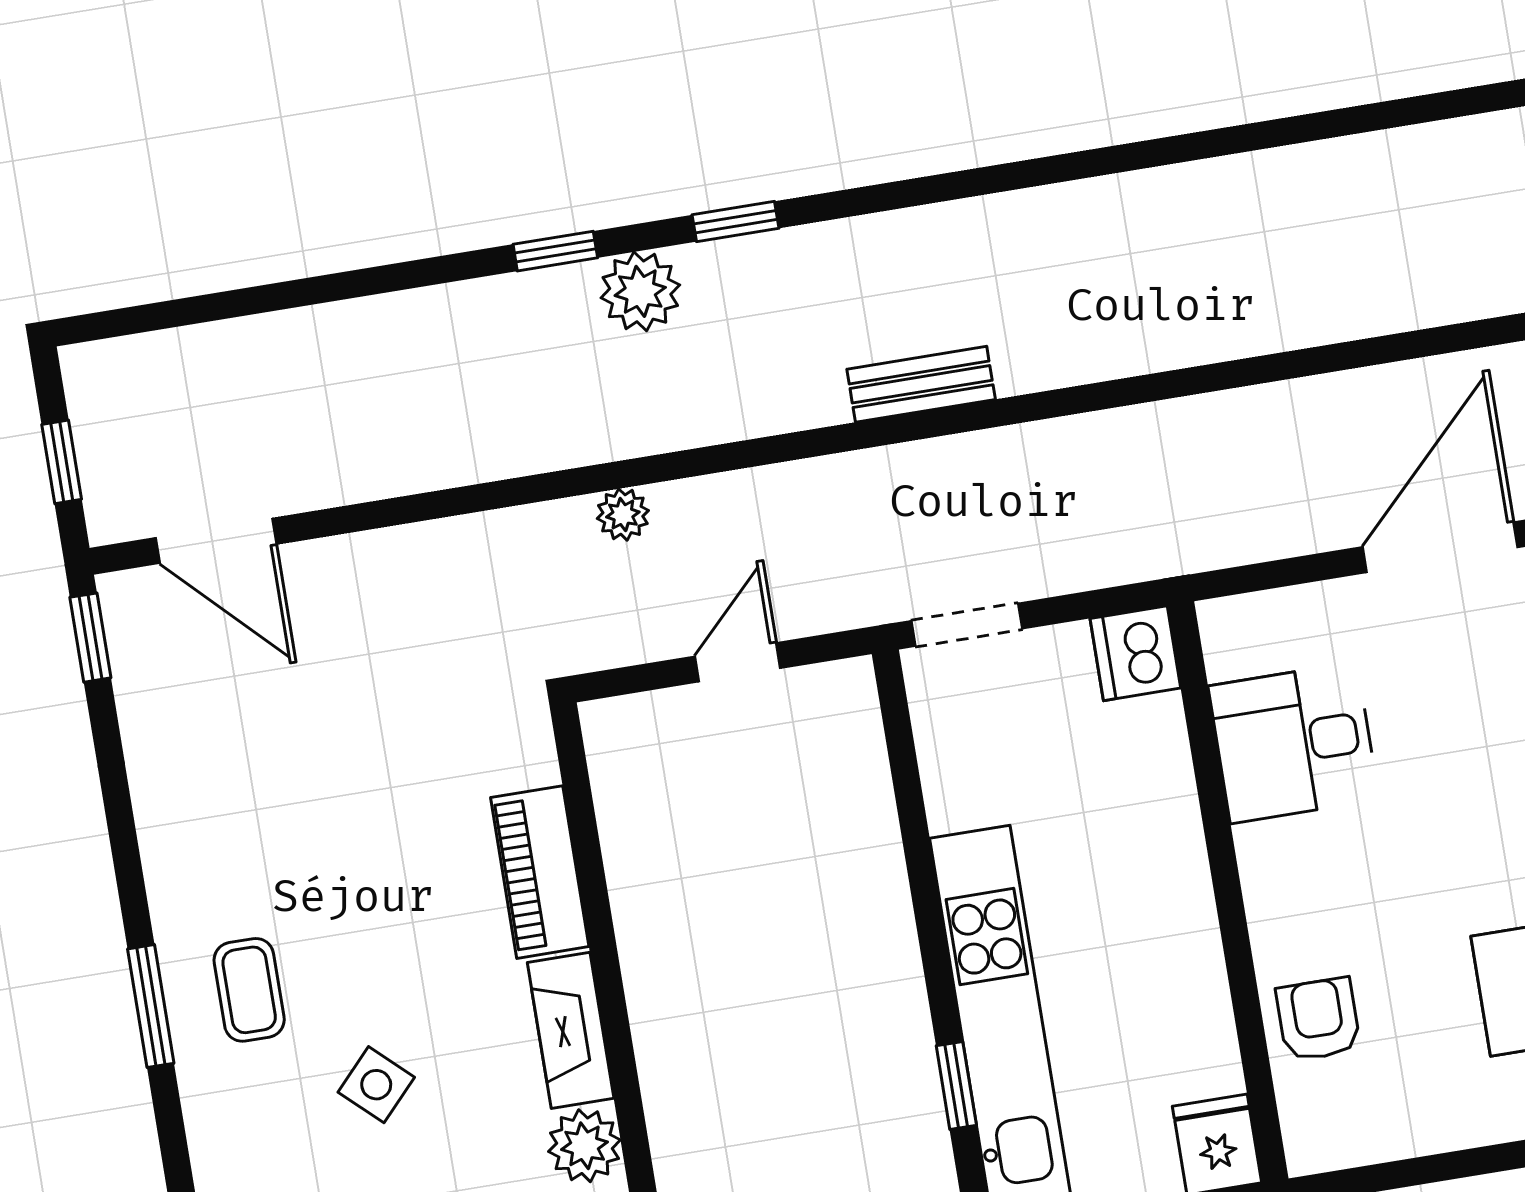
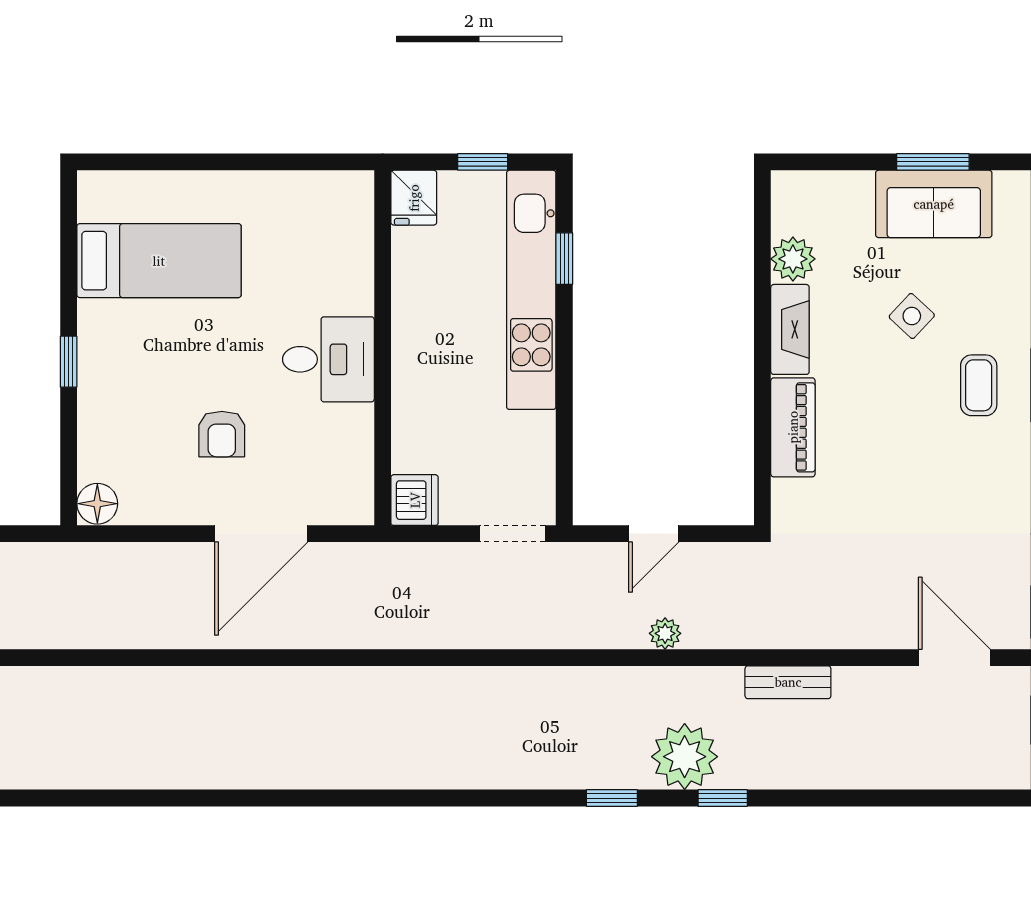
plant: (640, 291) -> (685, 757), width x1.36, depth x1.36
bench: (921, 384) -> (788, 682), moved
plant: (623, 515) -> (665, 633), moved
door: (1440, 547) -> (261, 534), moved
desk: (1294, 743) -> (328, 359), moved
armchair: (1318, 1019) -> (222, 434), moved

